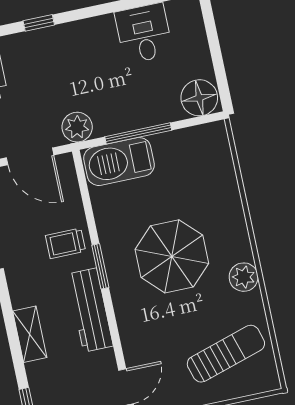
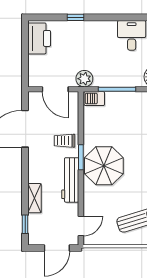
barbecue: (119, 162) -> (94, 99), width x0.53, depth x0.65
parasol: (172, 256) -> (104, 166), moved
shelving: (30, 334) -> (35, 198), moved

